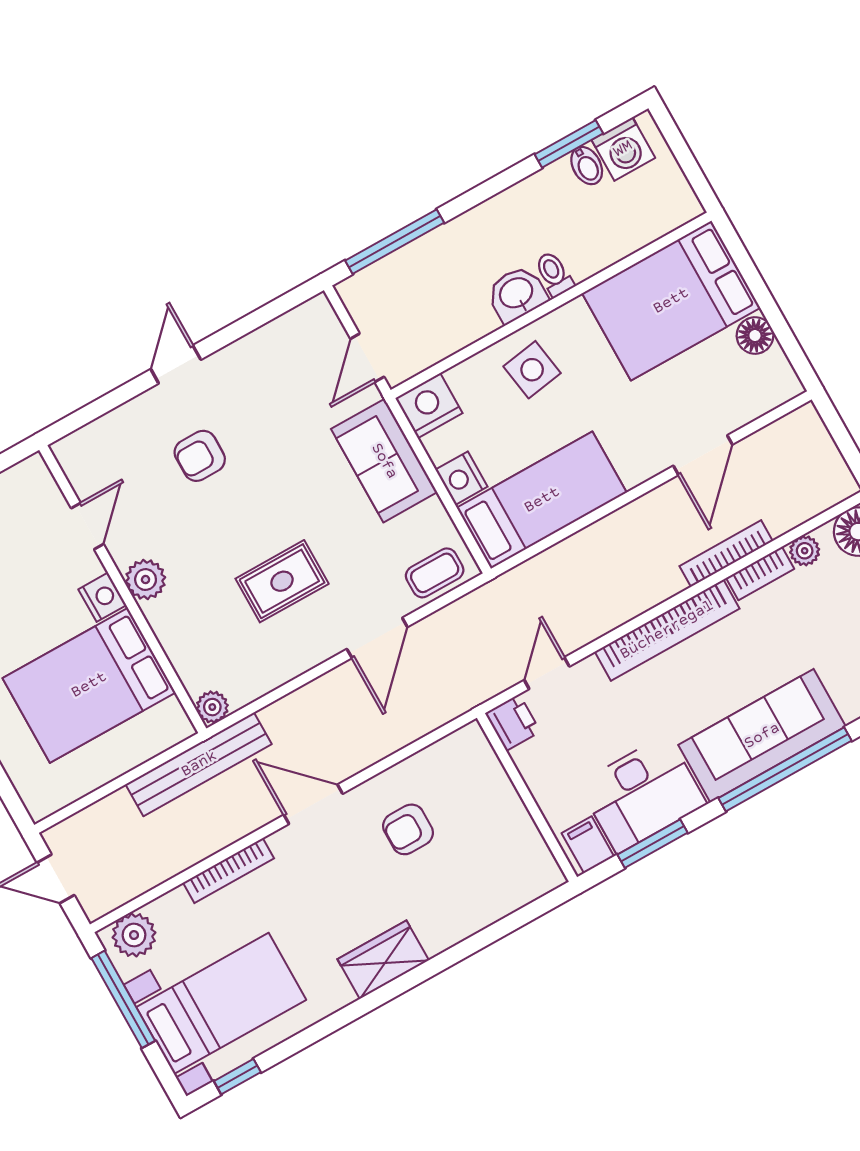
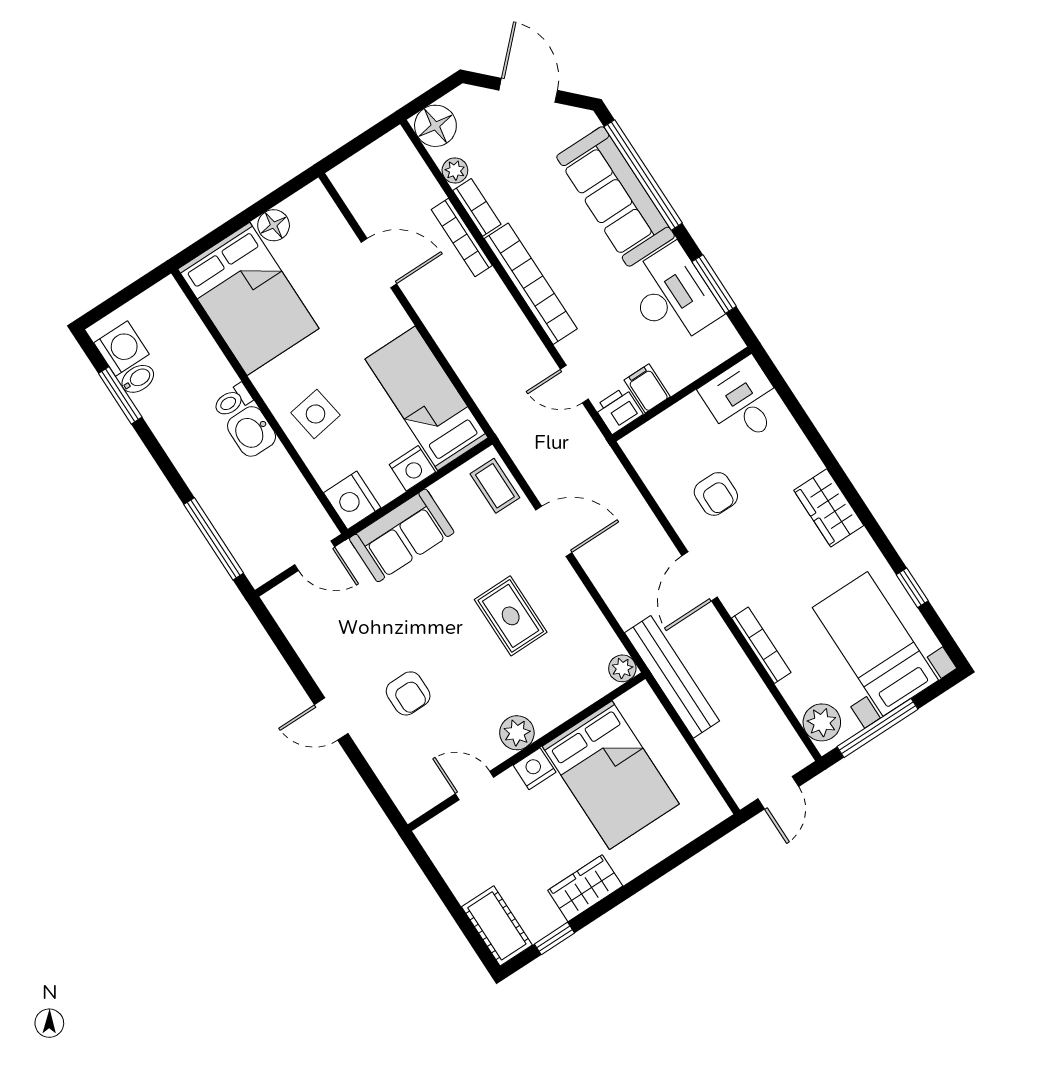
filing cabinet: (588, 845) -> (647, 388), moved, turned 90
desk: (514, 869) -> (743, 401), added
window: (237, 1077) -> (912, 588), moved

